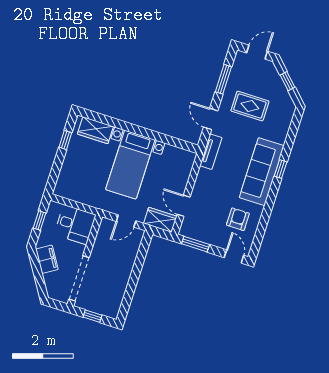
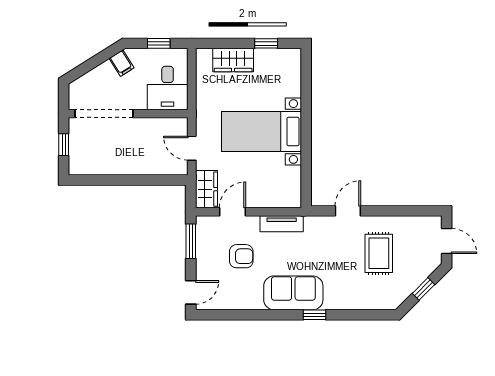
window: (223, 79) -> (401, 211), removed
wardrobe: (95, 130) -> (233, 60), moved, turned -90
tv unit: (211, 152) -> (282, 224), moved
sofa: (262, 172) -> (293, 293), width x0.73
armchair: (238, 219) -> (241, 256), moved
filing cabinet: (47, 259) -> (122, 63), width x0.50

